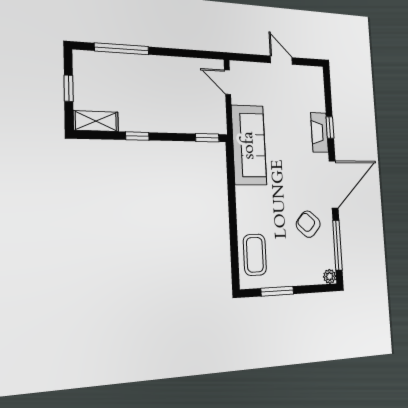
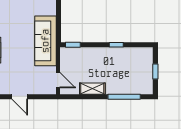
shelving: (96, 121) -> (92, 89), moved

